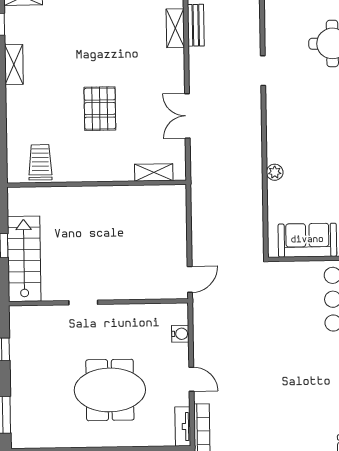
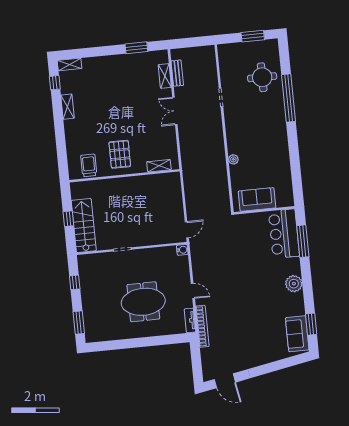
pallet: (100, 109) -> (120, 154), moved
double door: (187, 116) -> (175, 111), moved
water cooler: (180, 334) -> (182, 250), moved

